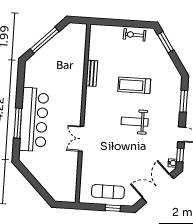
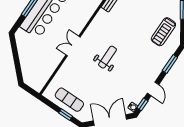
treadmill: (134, 85) -> (163, 32), moved, turned -90
weight bench: (135, 122) -> (108, 57), moved, turned 90

